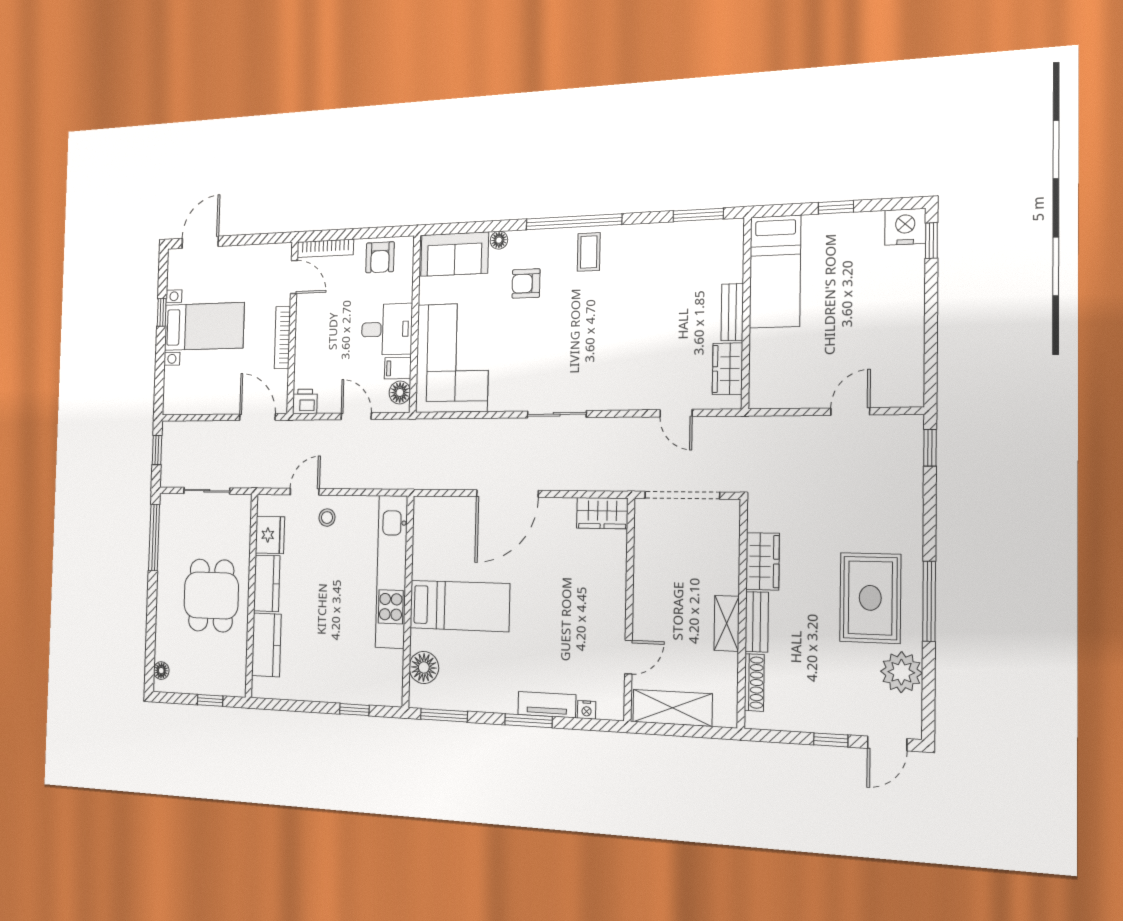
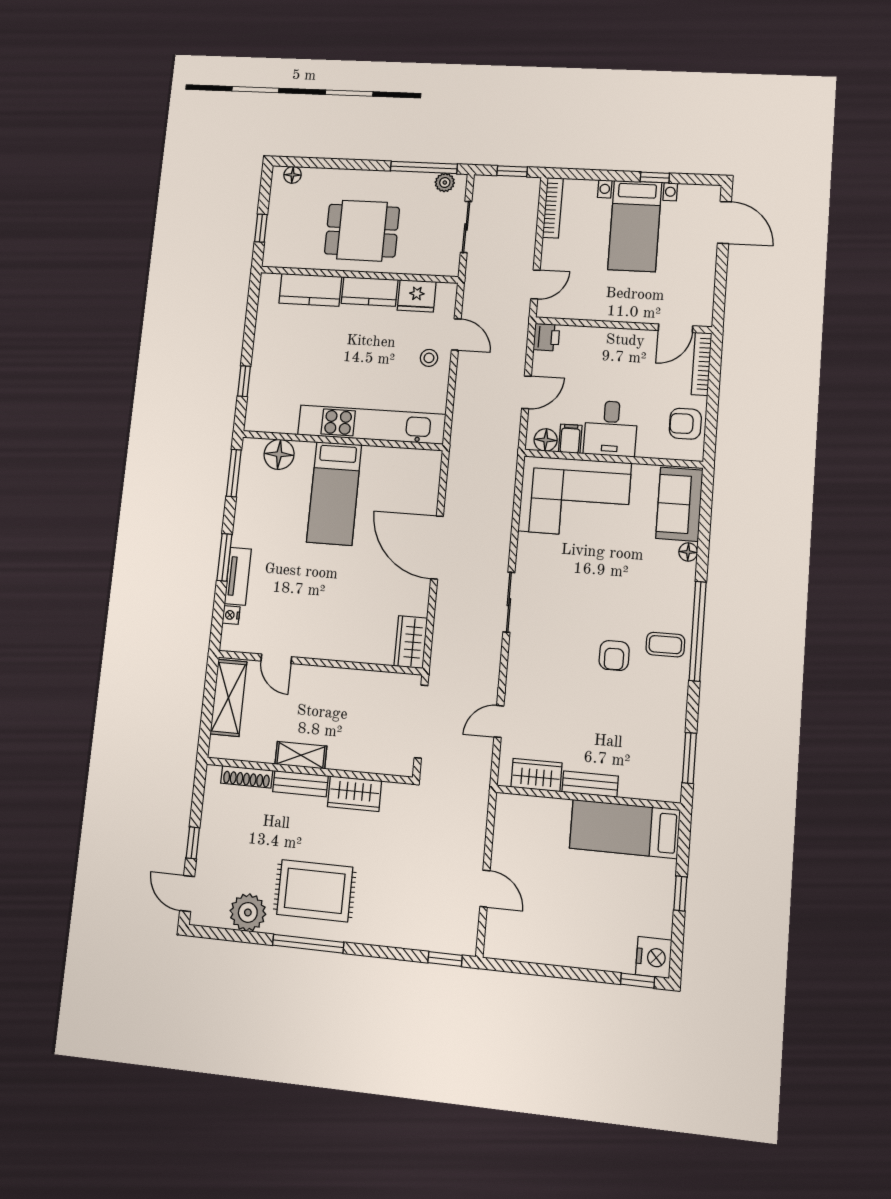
armchair: (526, 283) -> (614, 656), moved, turned 180
bookcase: (282, 338) -> (553, 208), moved, turned 90
door: (257, 417) -> (535, 284), width x0.73
plant: (167, 516) -> (445, 183), added

